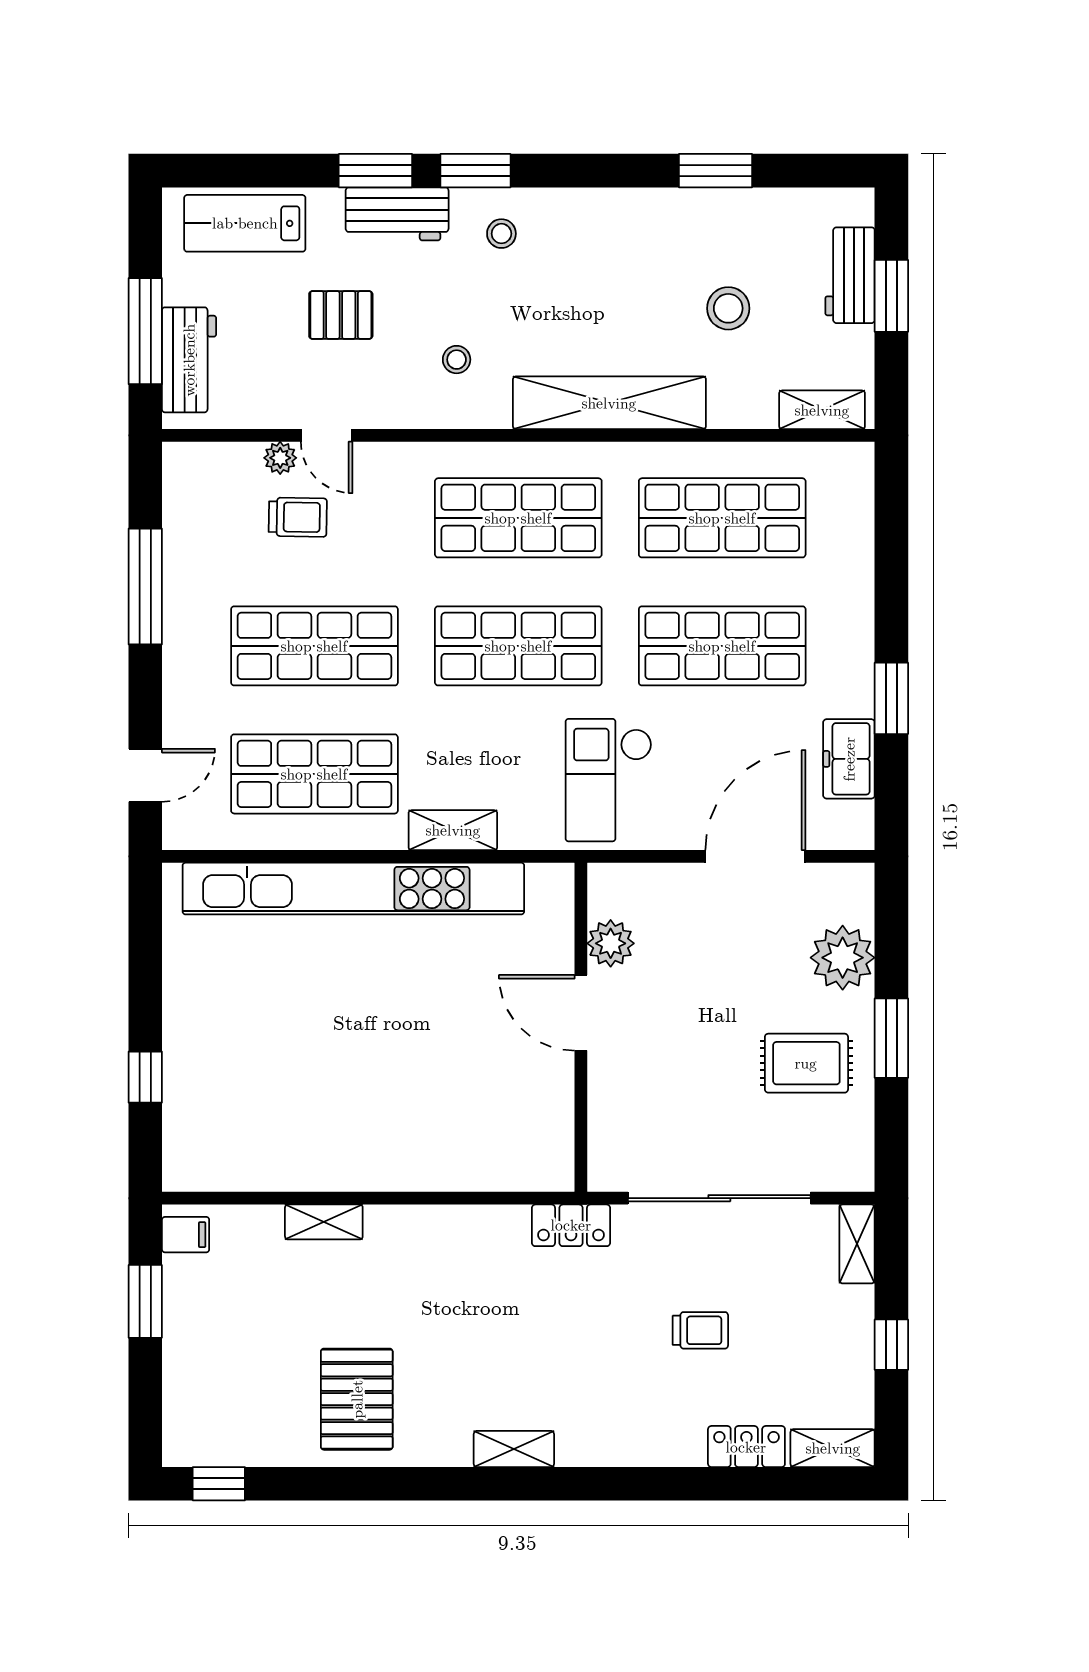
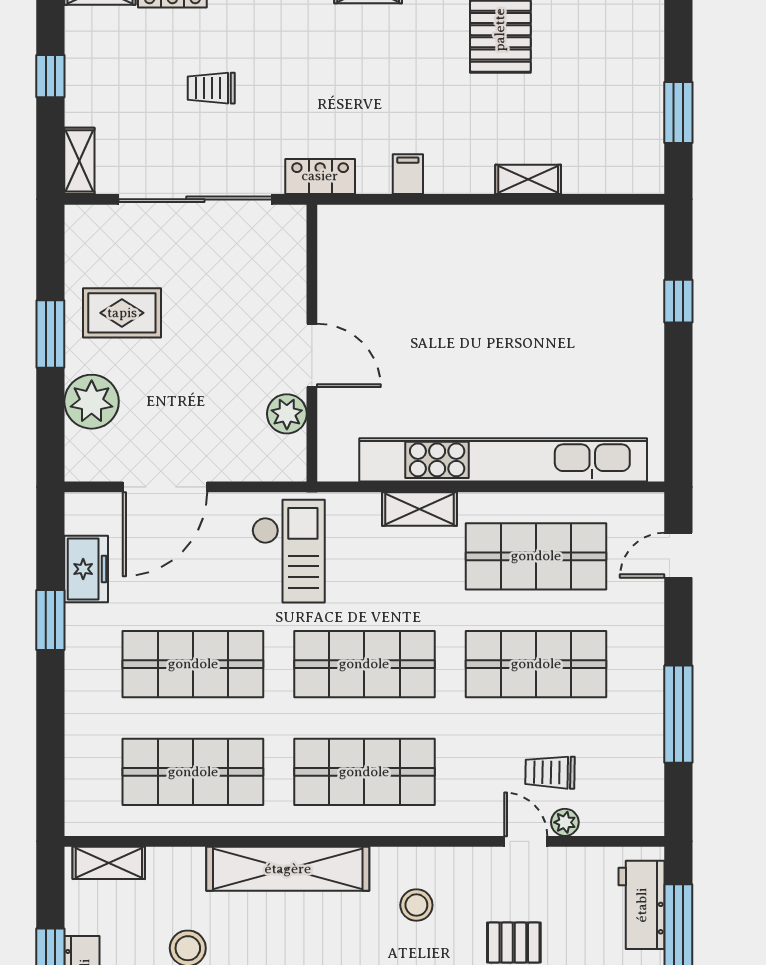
stool: (457, 360) -> (416, 905), width x1.37, depth x1.37
filing cabinet: (186, 1235) -> (408, 174), moved, turned 90

